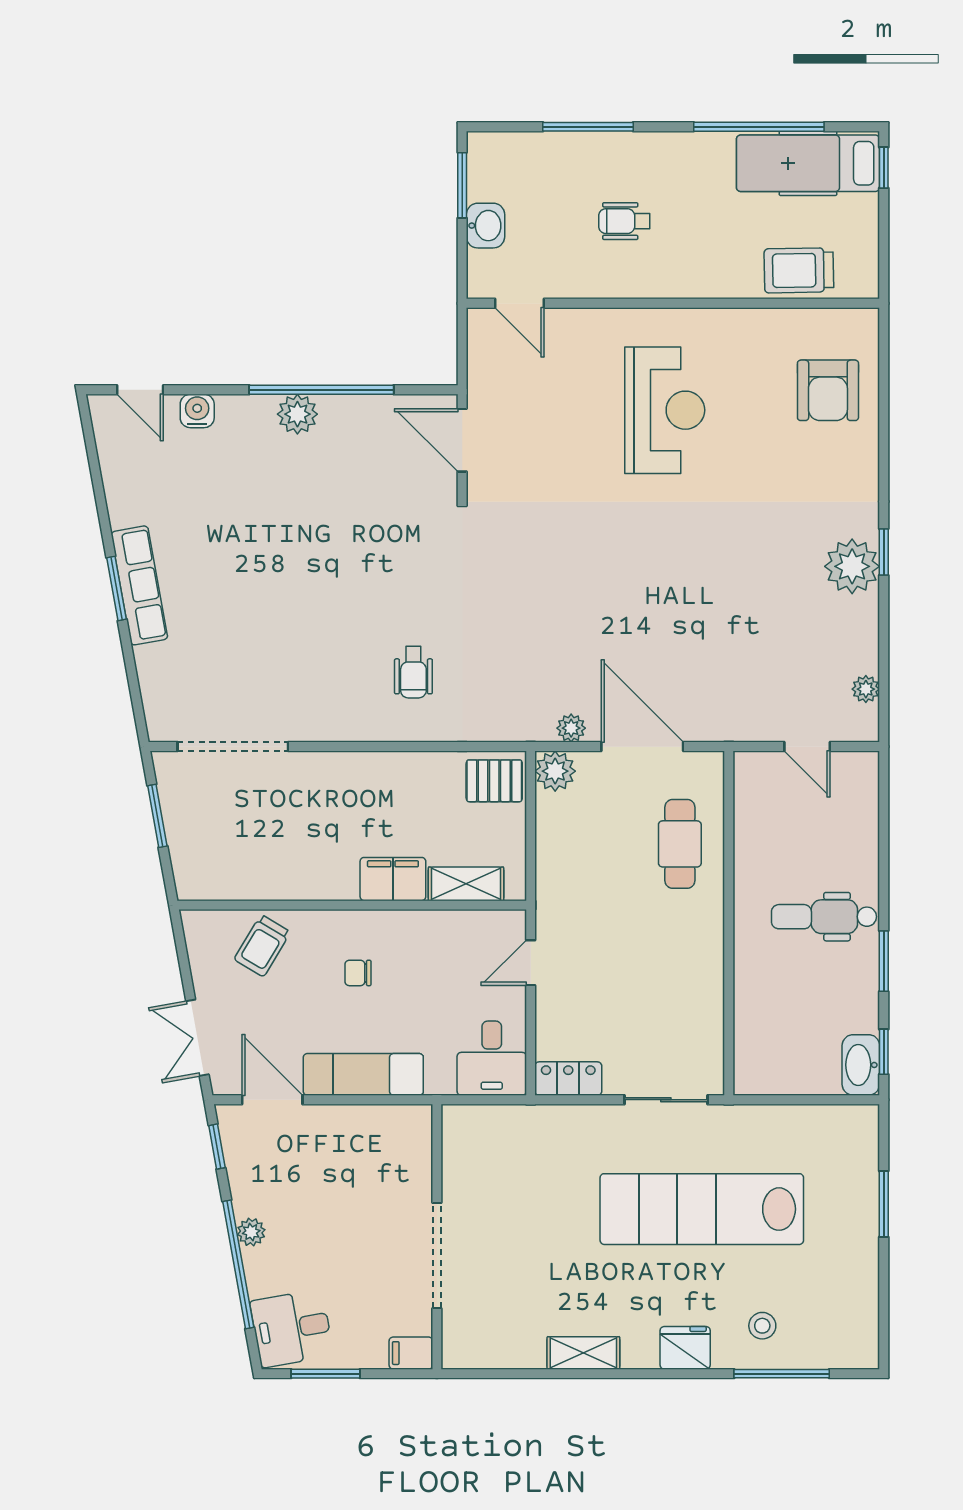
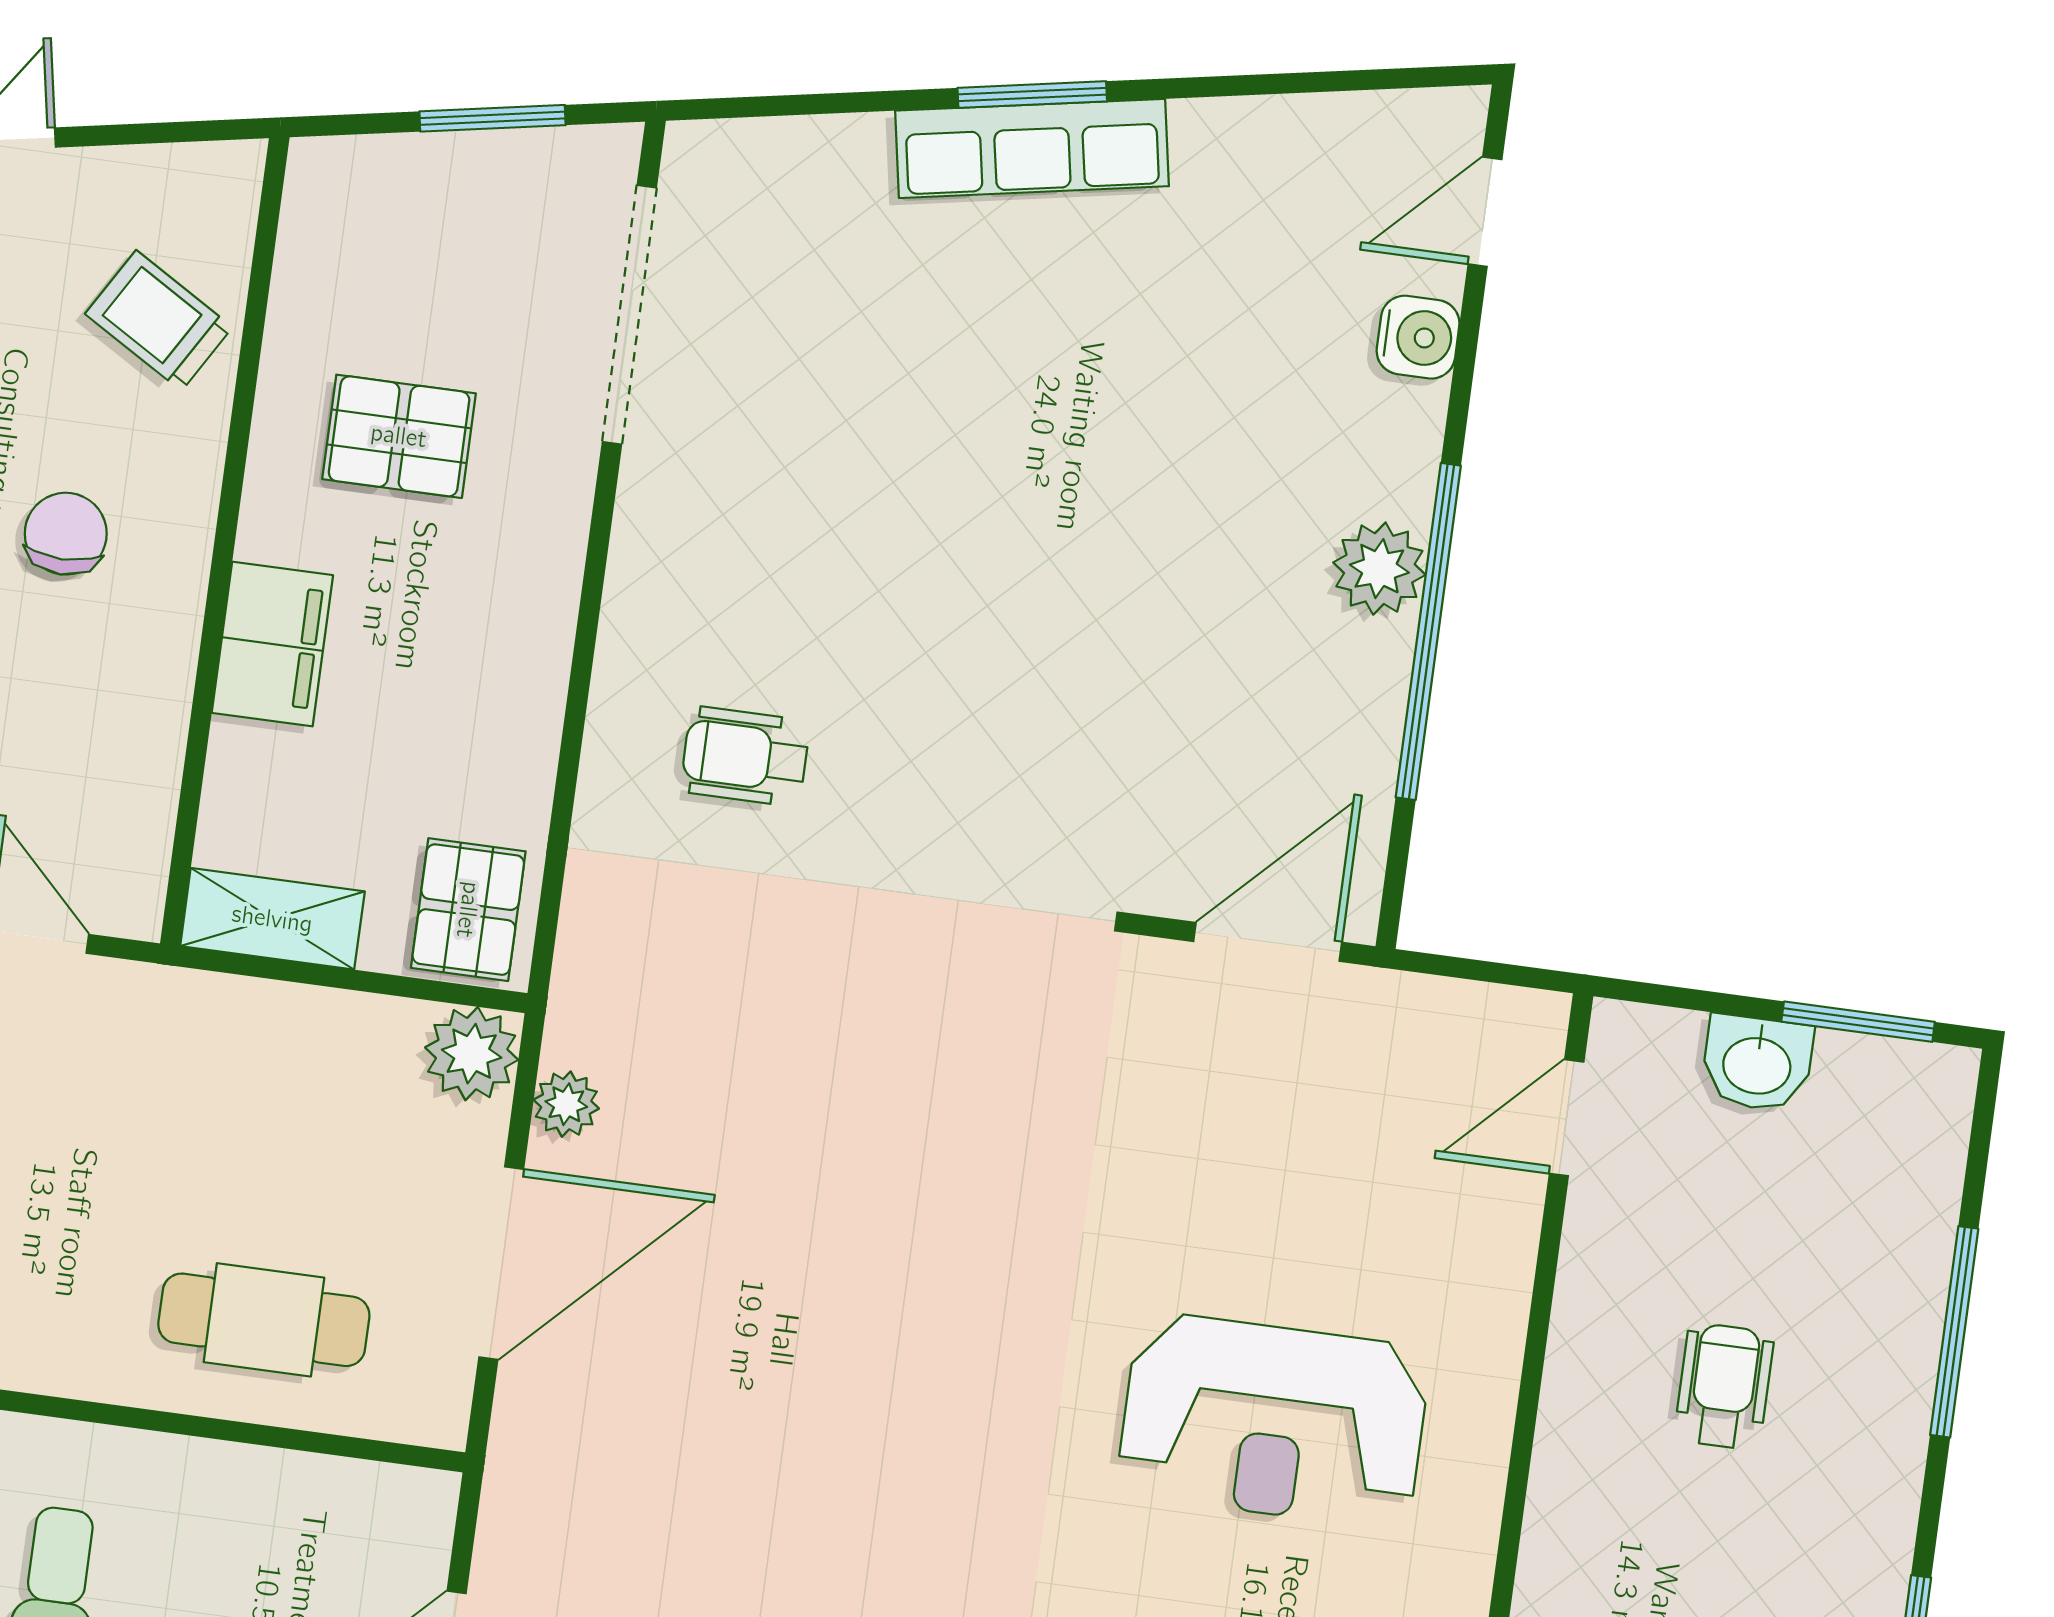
pallet: (298, 837) -> (399, 436), added
shelving: (466, 884) -> (272, 919), moved, turned 90
chair: (358, 973) -> (66, 534), width x1.37, depth x1.37

